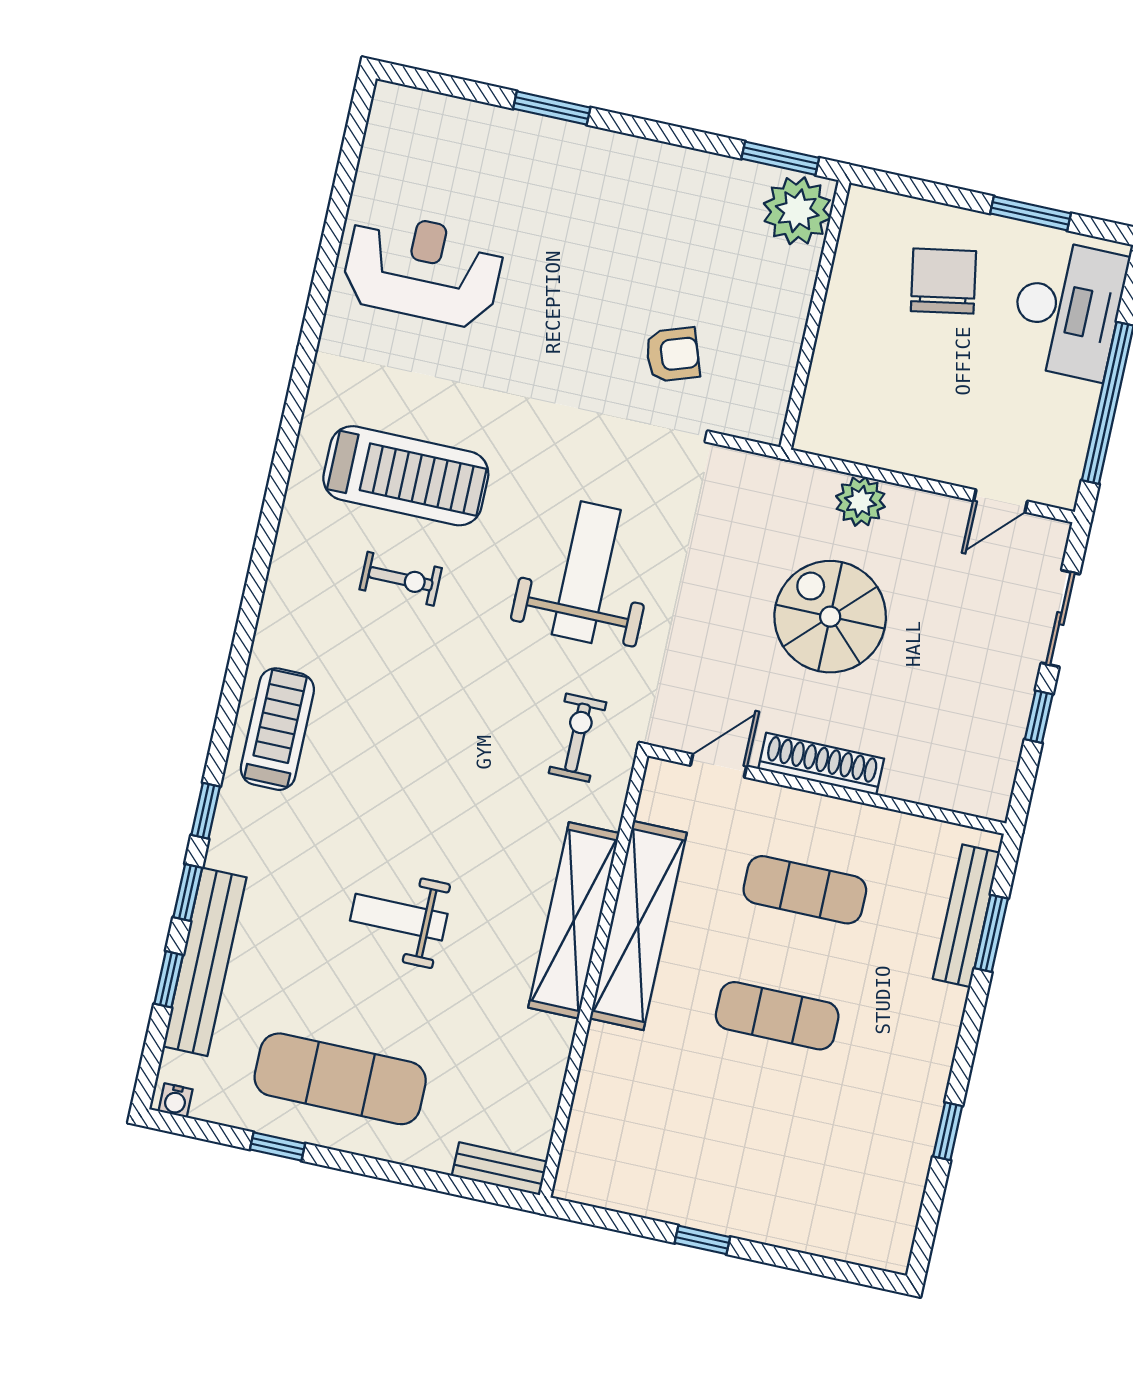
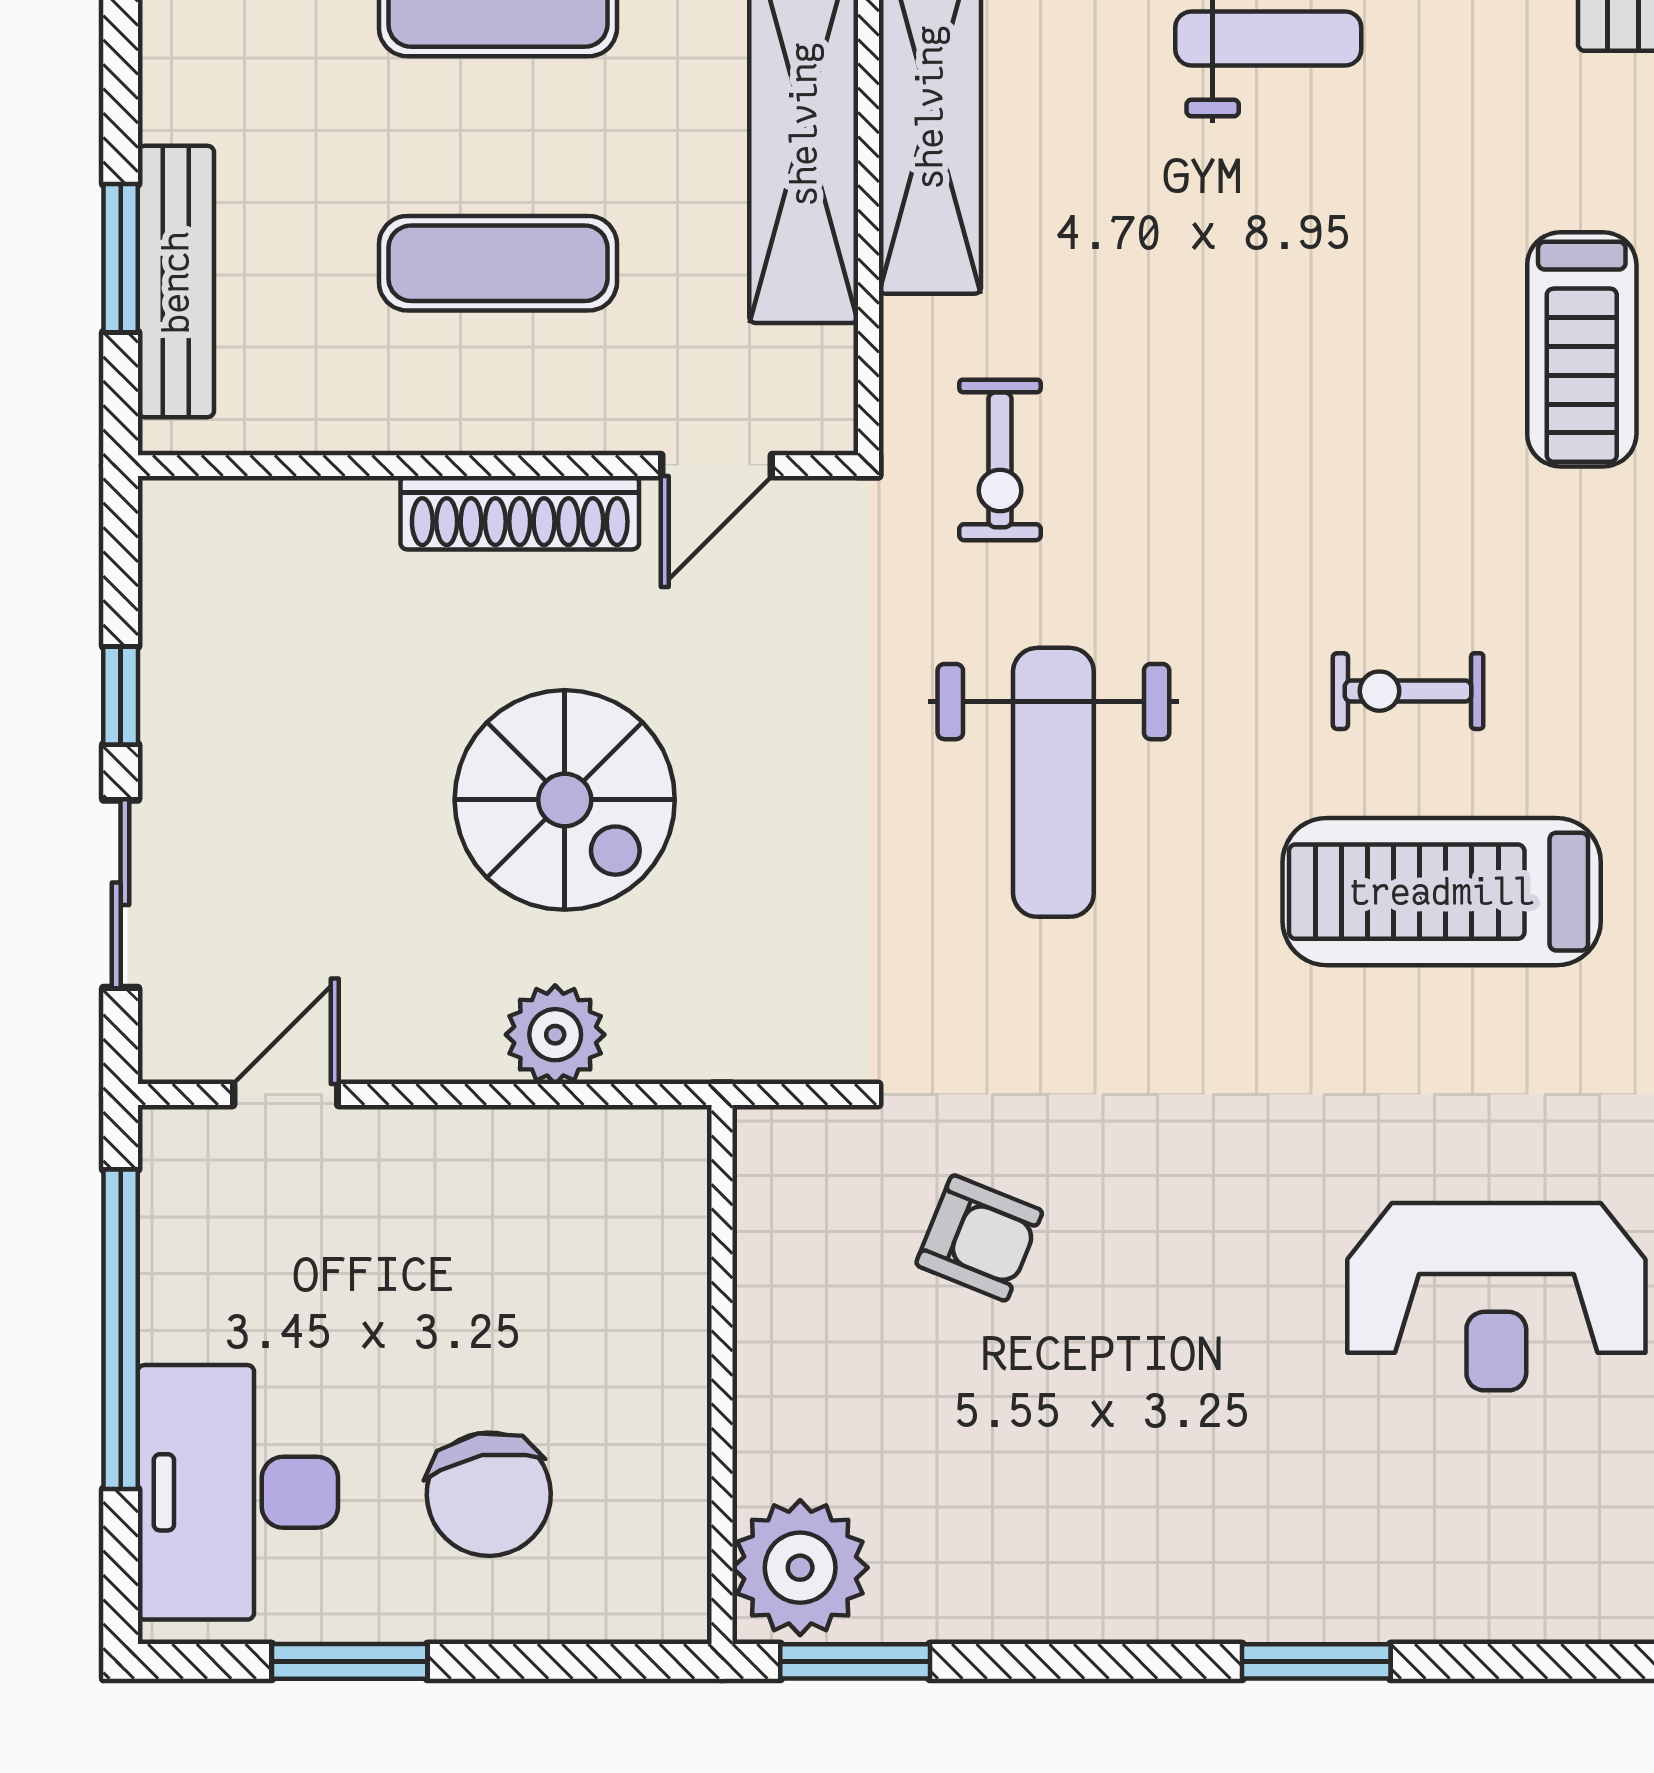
armchair: (673, 355) -> (979, 1238), turned -139

